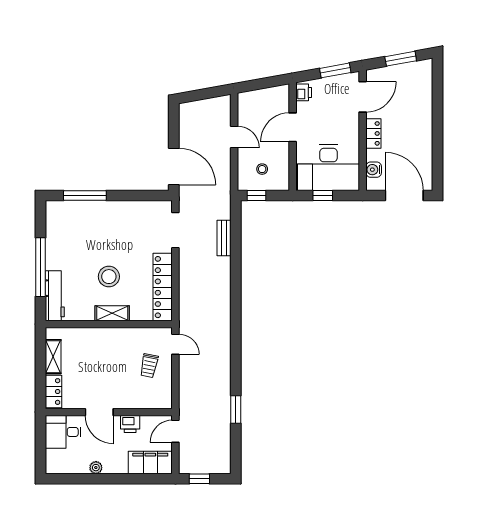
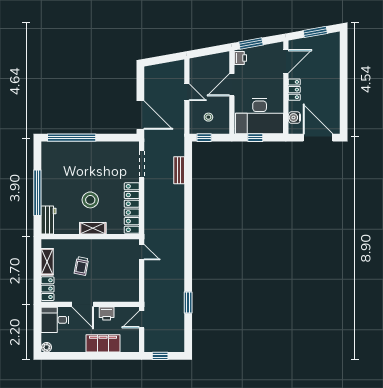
window: (335, 70) -> (251, 43), moved
window: (85, 196) -> (72, 138), width x1.46
workbench: (55, 296) -> (48, 220), width x0.73
trolley: (149, 366) -> (81, 266), moved
filing cabinet: (150, 463) -> (103, 343), moved
plant: (96, 468) -> (47, 347), moved

